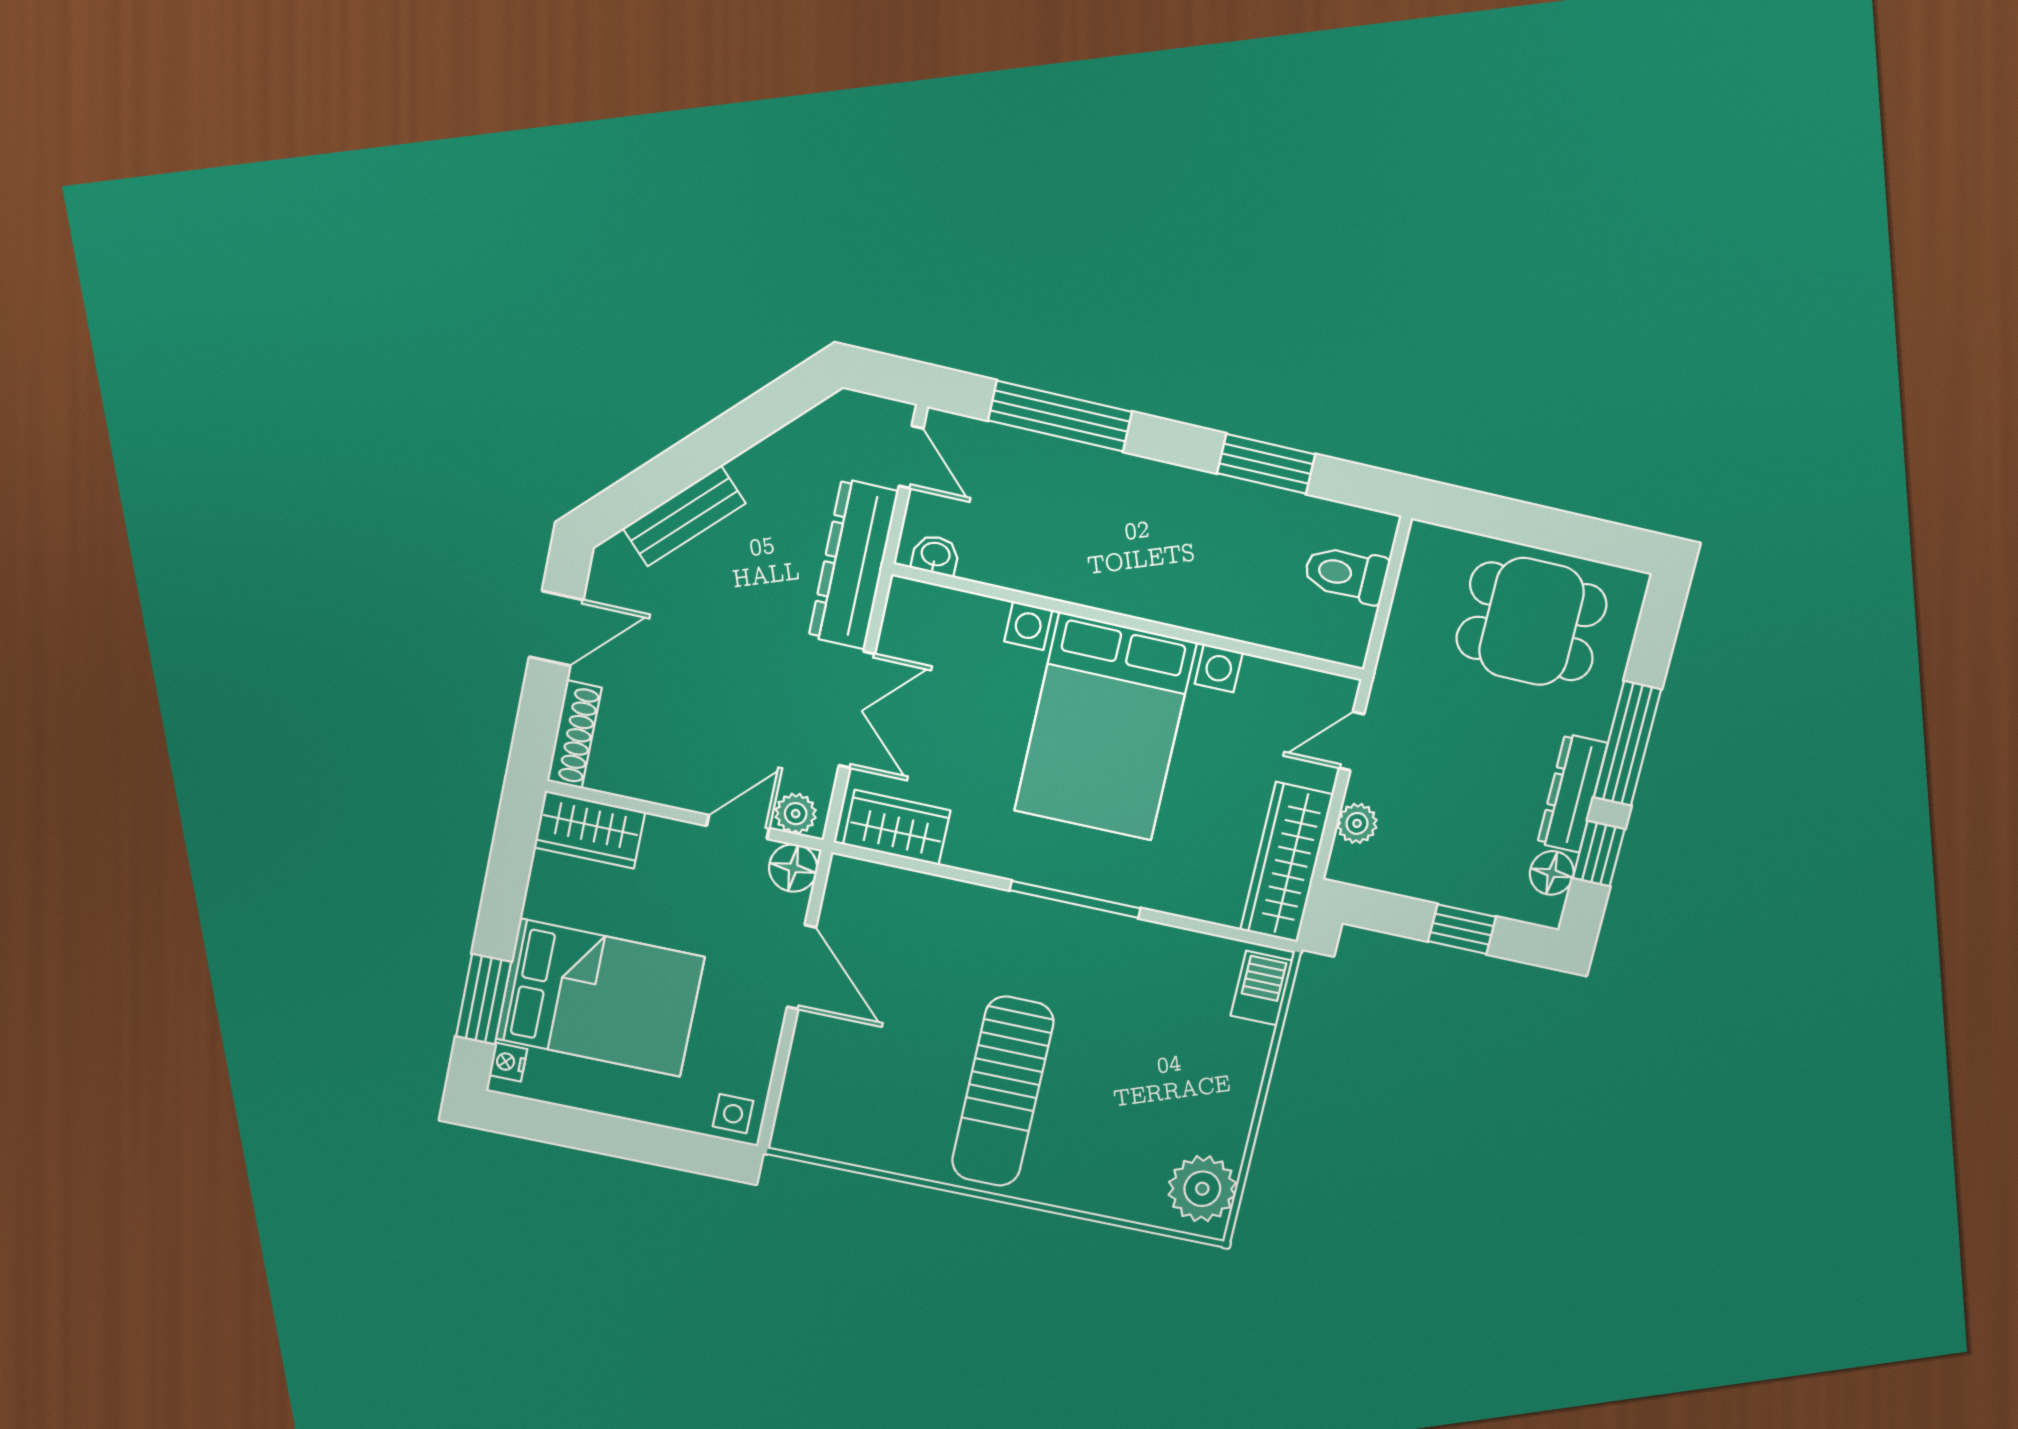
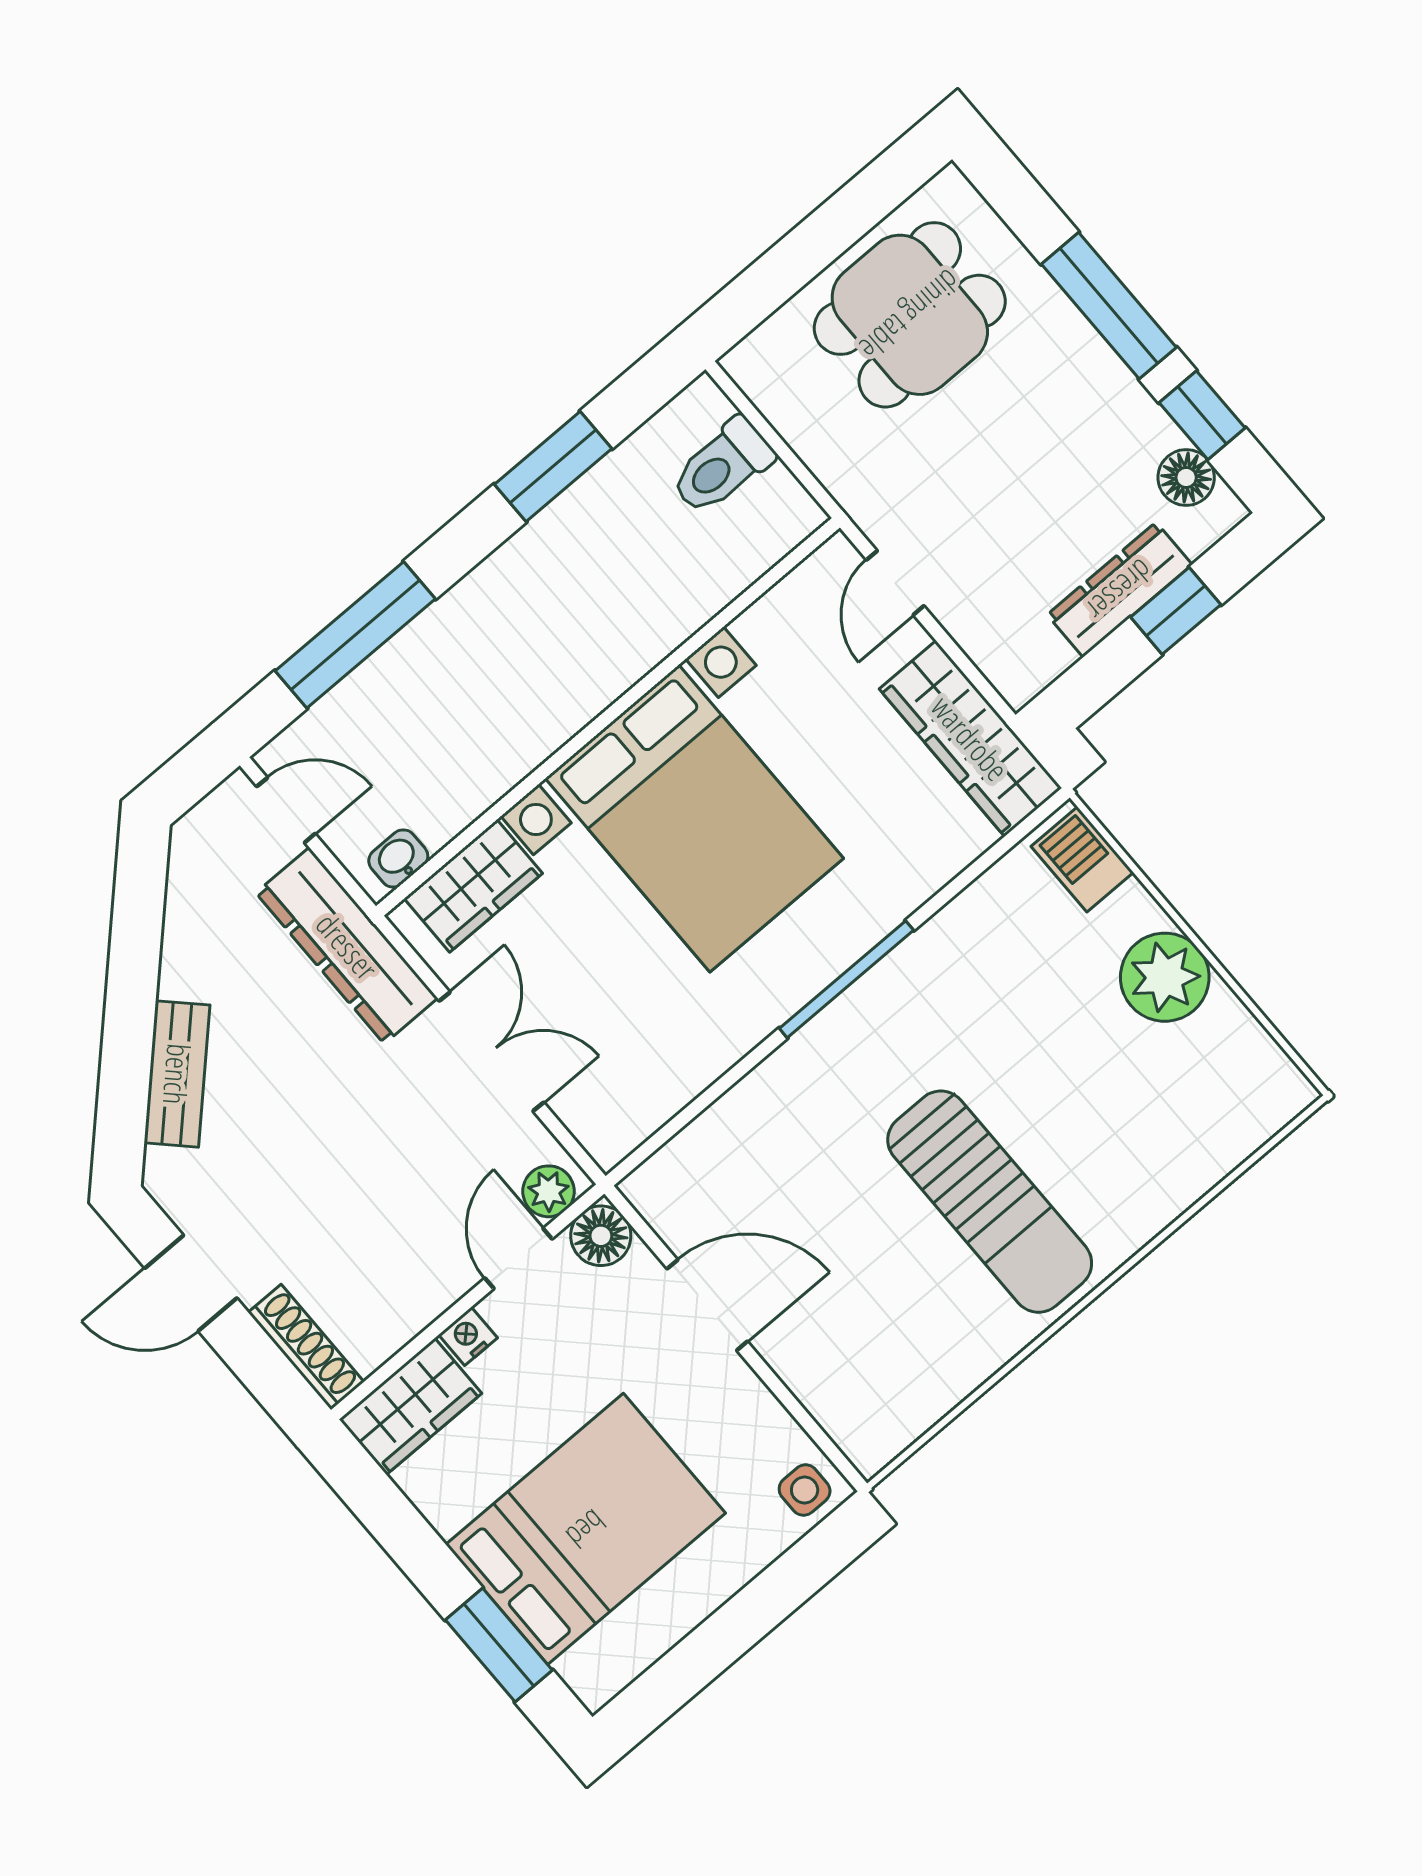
door: (556, 628) -> (191, 1283), swing flipped
dresser: (1572, 793) -> (1120, 590), moved, turned 90
plant: (1357, 823) -> (984, 638), removed
wardrobe: (897, 827) -> (473, 886), moved, turned 180
nightstand: (508, 1062) -> (468, 1336), moved, turned 90
plant: (1202, 1189) -> (1165, 977), moved

